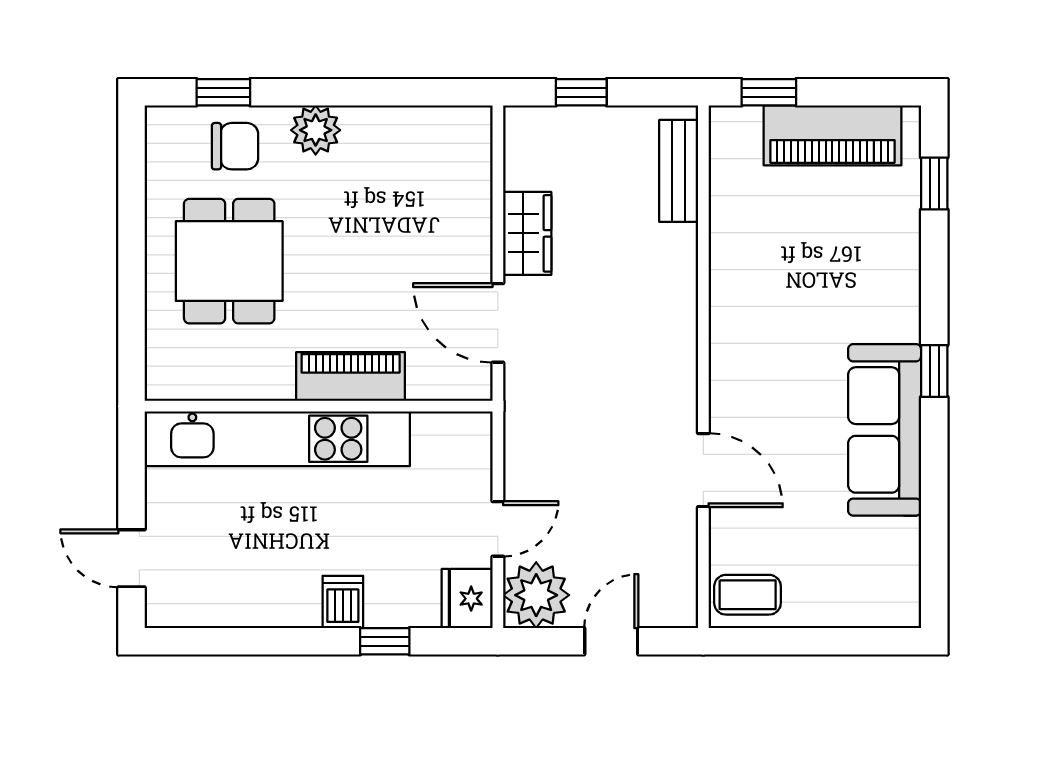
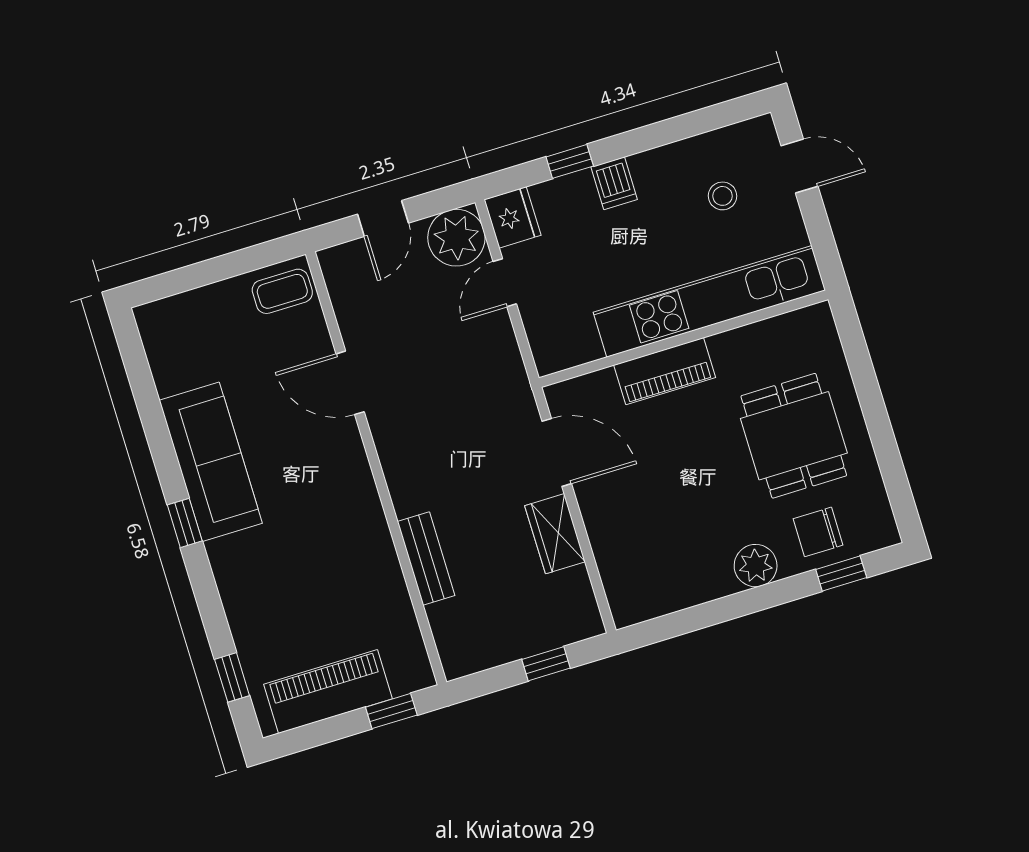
bench: (679, 171) -> (426, 558), moved
stool: (227, 551) -> (722, 196), added

